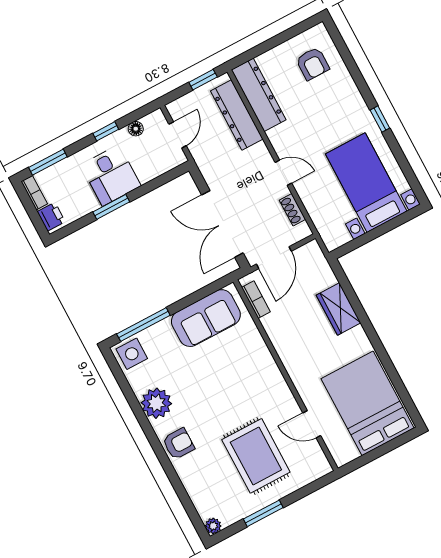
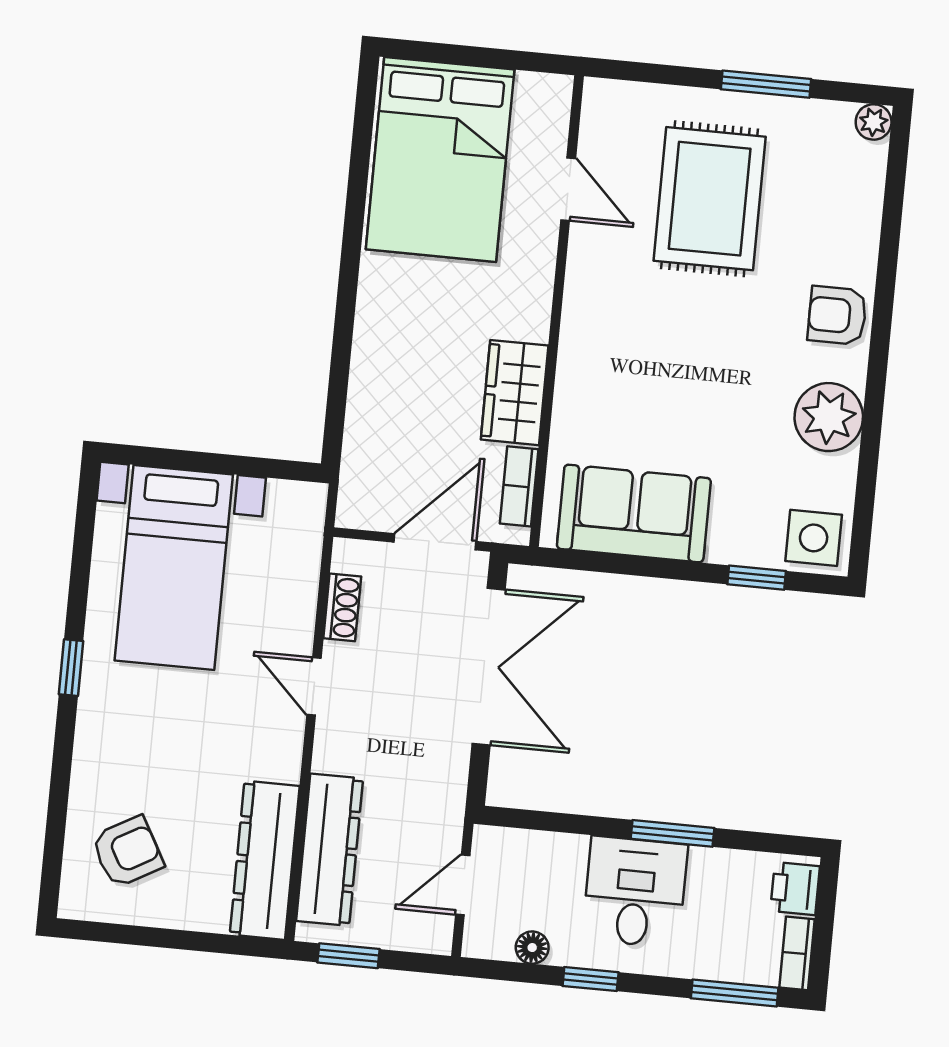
armchair: (313, 64) -> (127, 852), turned 61
wardrobe: (338, 309) -> (515, 393), moved, turned 180
window: (143, 325) -> (757, 578), width x0.46

